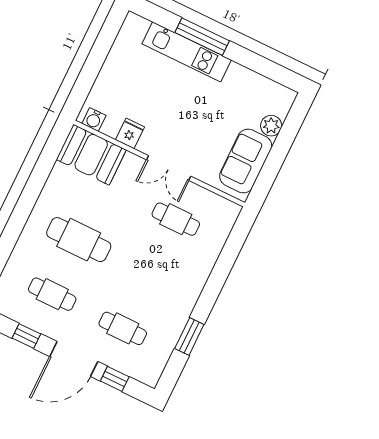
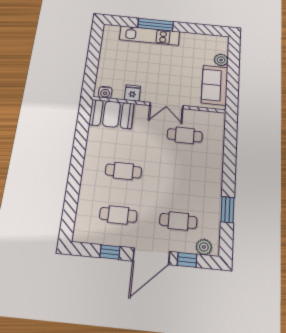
cafe table: (79, 240) -> (123, 171), width x0.73, depth x0.74
plant: (141, 371) -> (204, 247), added

